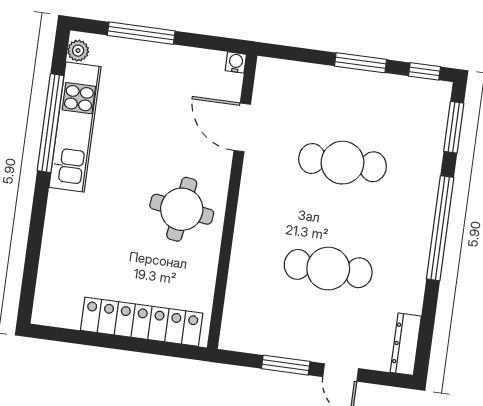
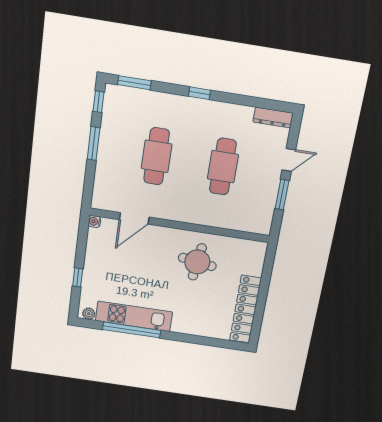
window: (141, 33) -> (78, 277), width x0.46
round table: (182, 209) -> (197, 262), moved
window: (440, 228) -> (199, 93), width x0.32
locker: (142, 322) -> (245, 309), moved

